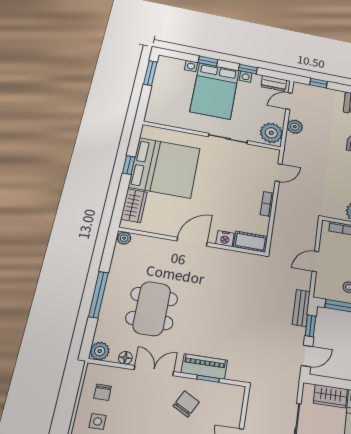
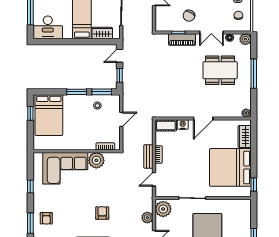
window: (129, 165) -> (254, 185), moved
bench: (301, 308) -> (148, 156), moved
dining table: (152, 309) -> (220, 70), turned 90

